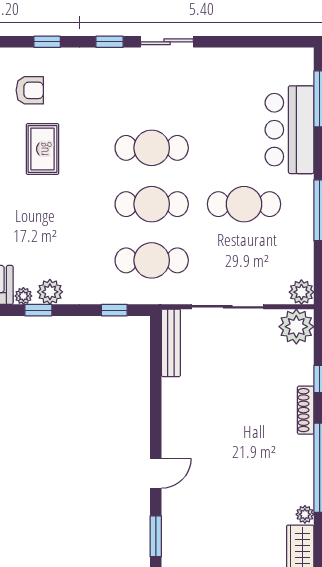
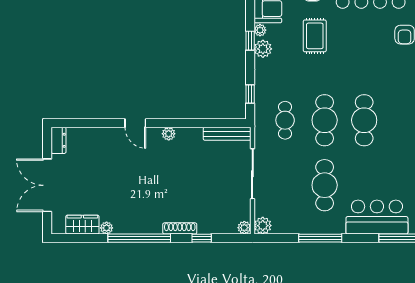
rug: (43, 149) -> (315, 36), moved, turned 90
cafe table: (152, 260) -> (285, 120), width x0.73, depth x0.74
plant: (296, 327) -> (244, 228), width x0.53, depth x0.53
plant: (171, 426) -> (169, 134), added
window: (156, 536) -> (91, 123), removed

